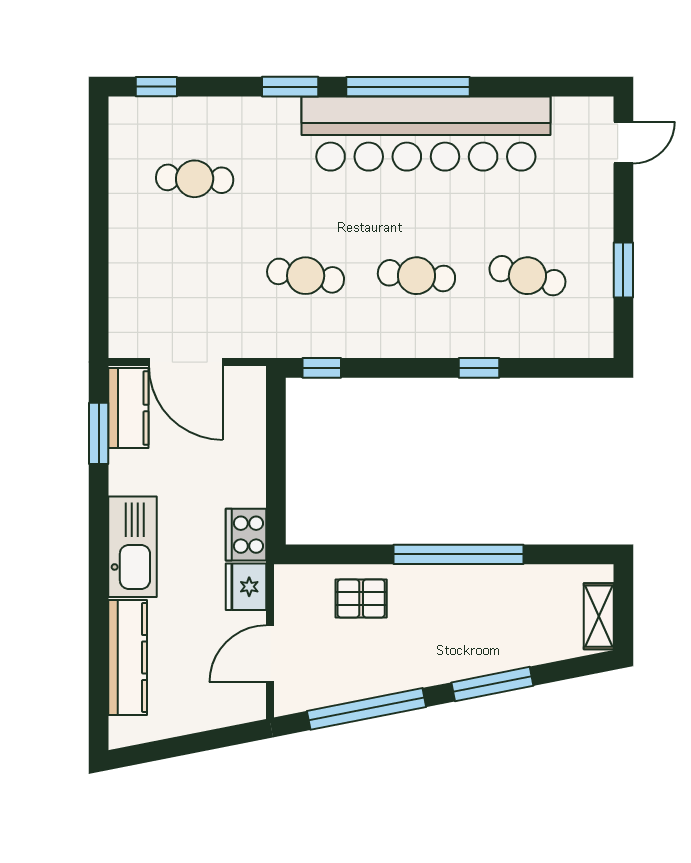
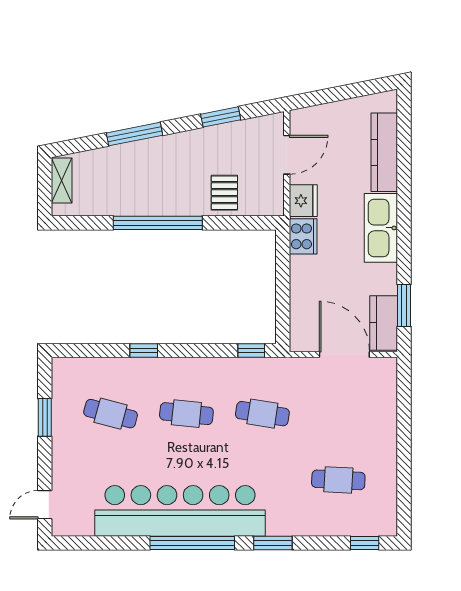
pallet: (361, 598) -> (224, 193), turned 90
window: (367, 709) -> (221, 117), width x0.47

